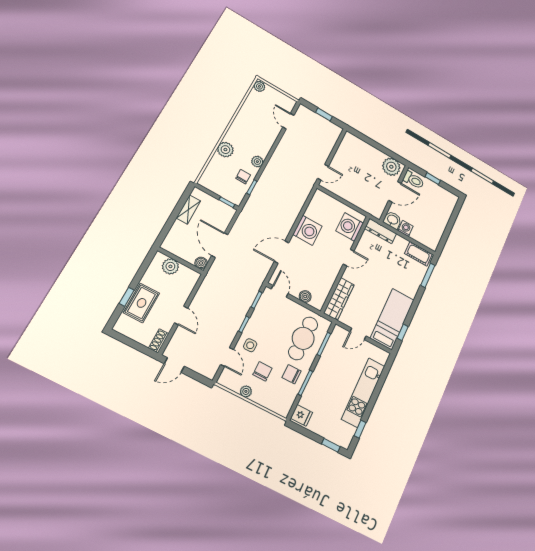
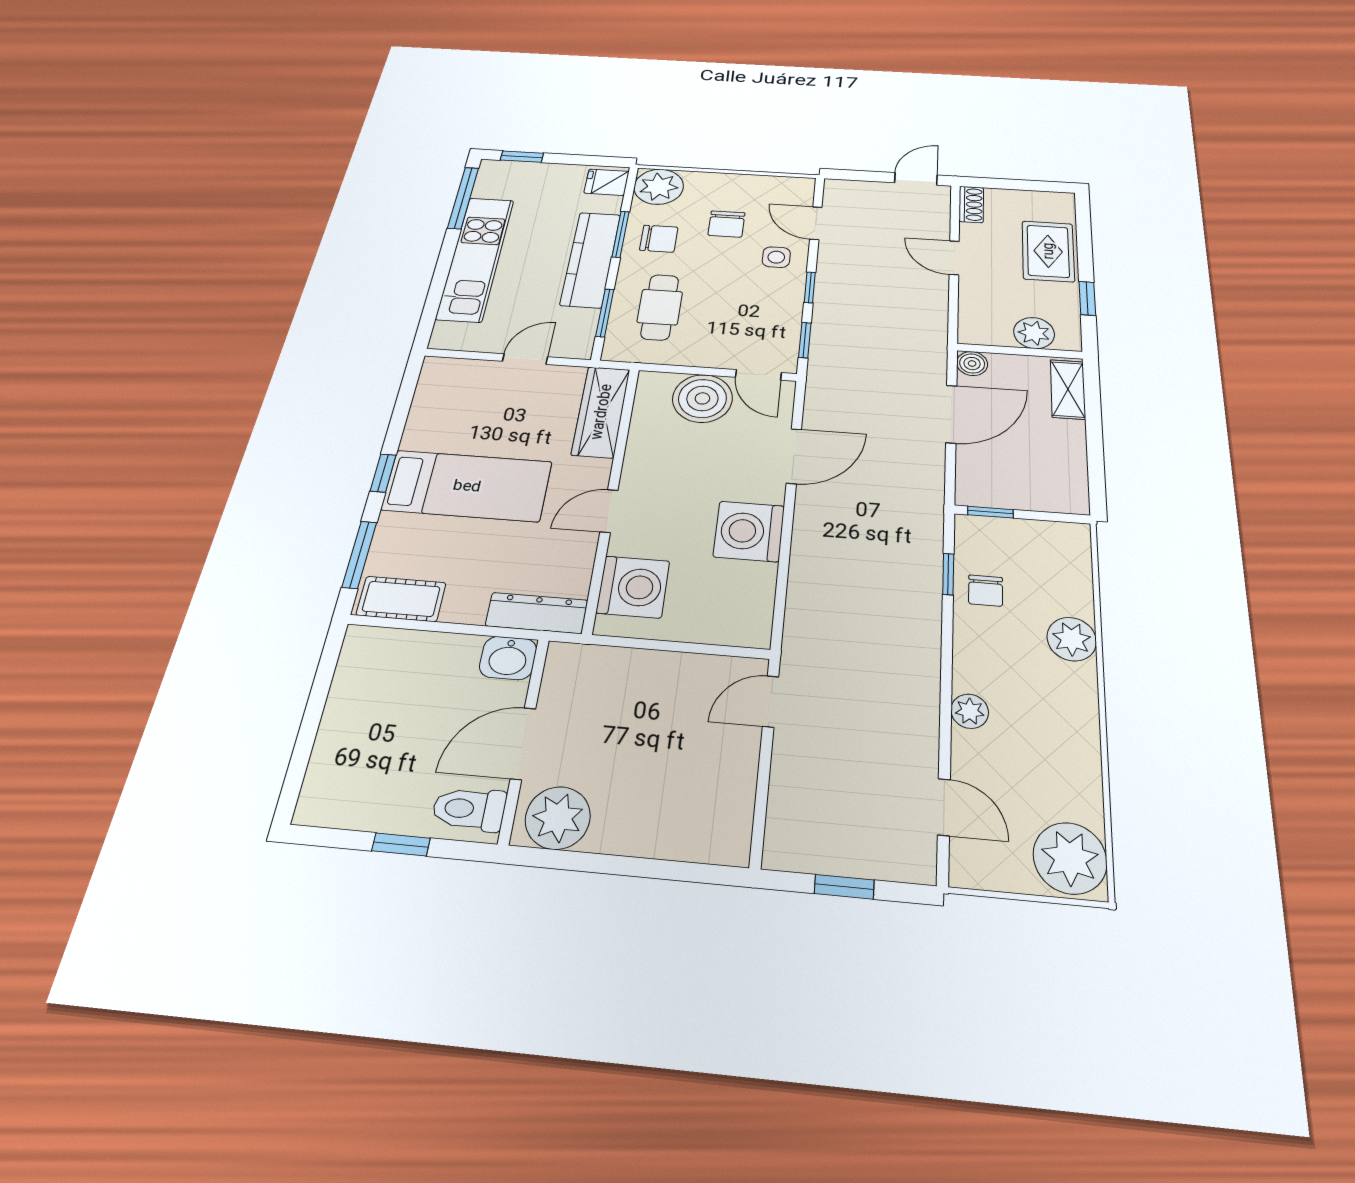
plant: (259, 86) -> (1070, 858), width x1.87, depth x1.87
plant: (257, 162) -> (970, 711), moved
shelving: (188, 209) -> (1068, 389), moved
washing machine: (405, 228) -> (460, 651), removed
door: (220, 245) -> (951, 414), hinge flipped
window: (127, 297) -> (1087, 298), moved
boiler: (305, 297) -> (702, 398), width x1.86, depth x1.86
bed: (392, 319) -> (467, 486), moved, turned -90
window: (403, 332) -> (383, 473), moved
cafe table: (303, 338) -> (660, 307), width x0.73, depth x0.74
kitchen counter: (321, 374) -> (591, 259), added
plant: (246, 391) -> (659, 187), moved, width x1.87, depth x1.87
window: (360, 429) -> (463, 198), width x2.17

